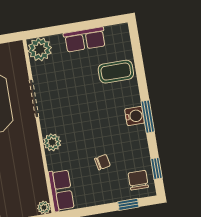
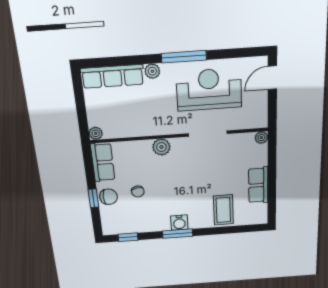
plant: (40, 49) -> (261, 138), width x0.53, depth x0.53
chair: (138, 180) -> (109, 197), moved
row of seats: (61, 190) -> (103, 162), moved, turned -90
window: (128, 204) -> (93, 198), moved

